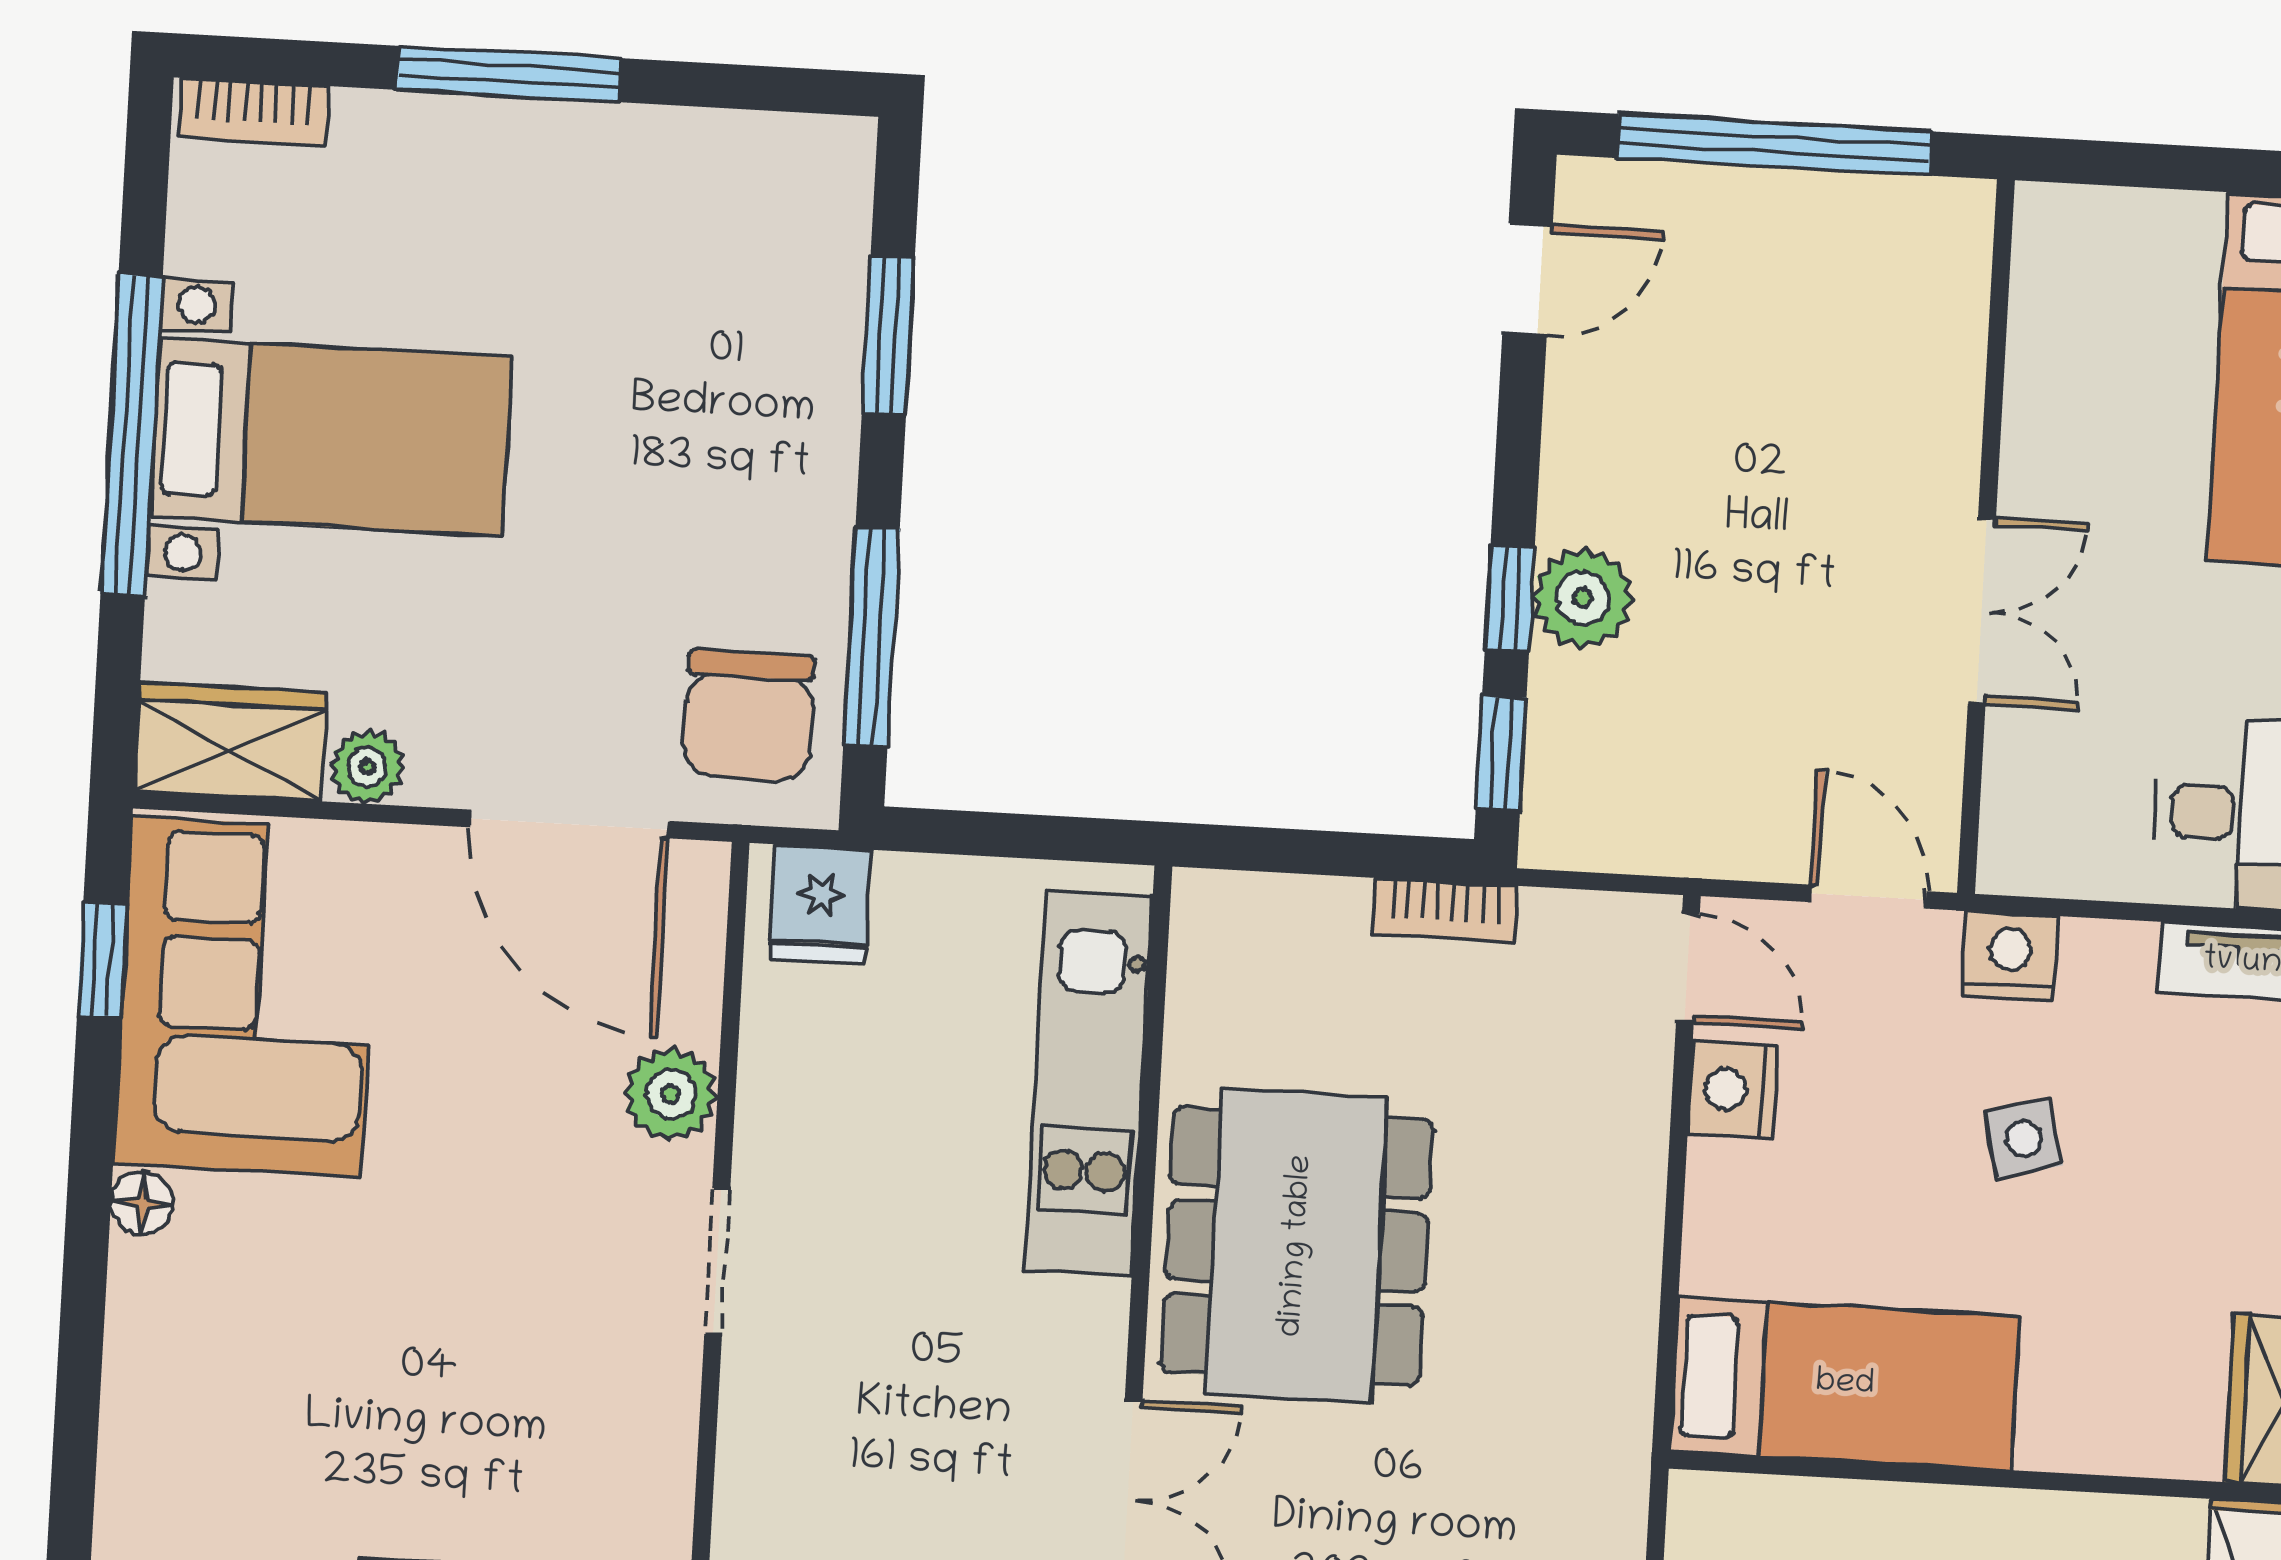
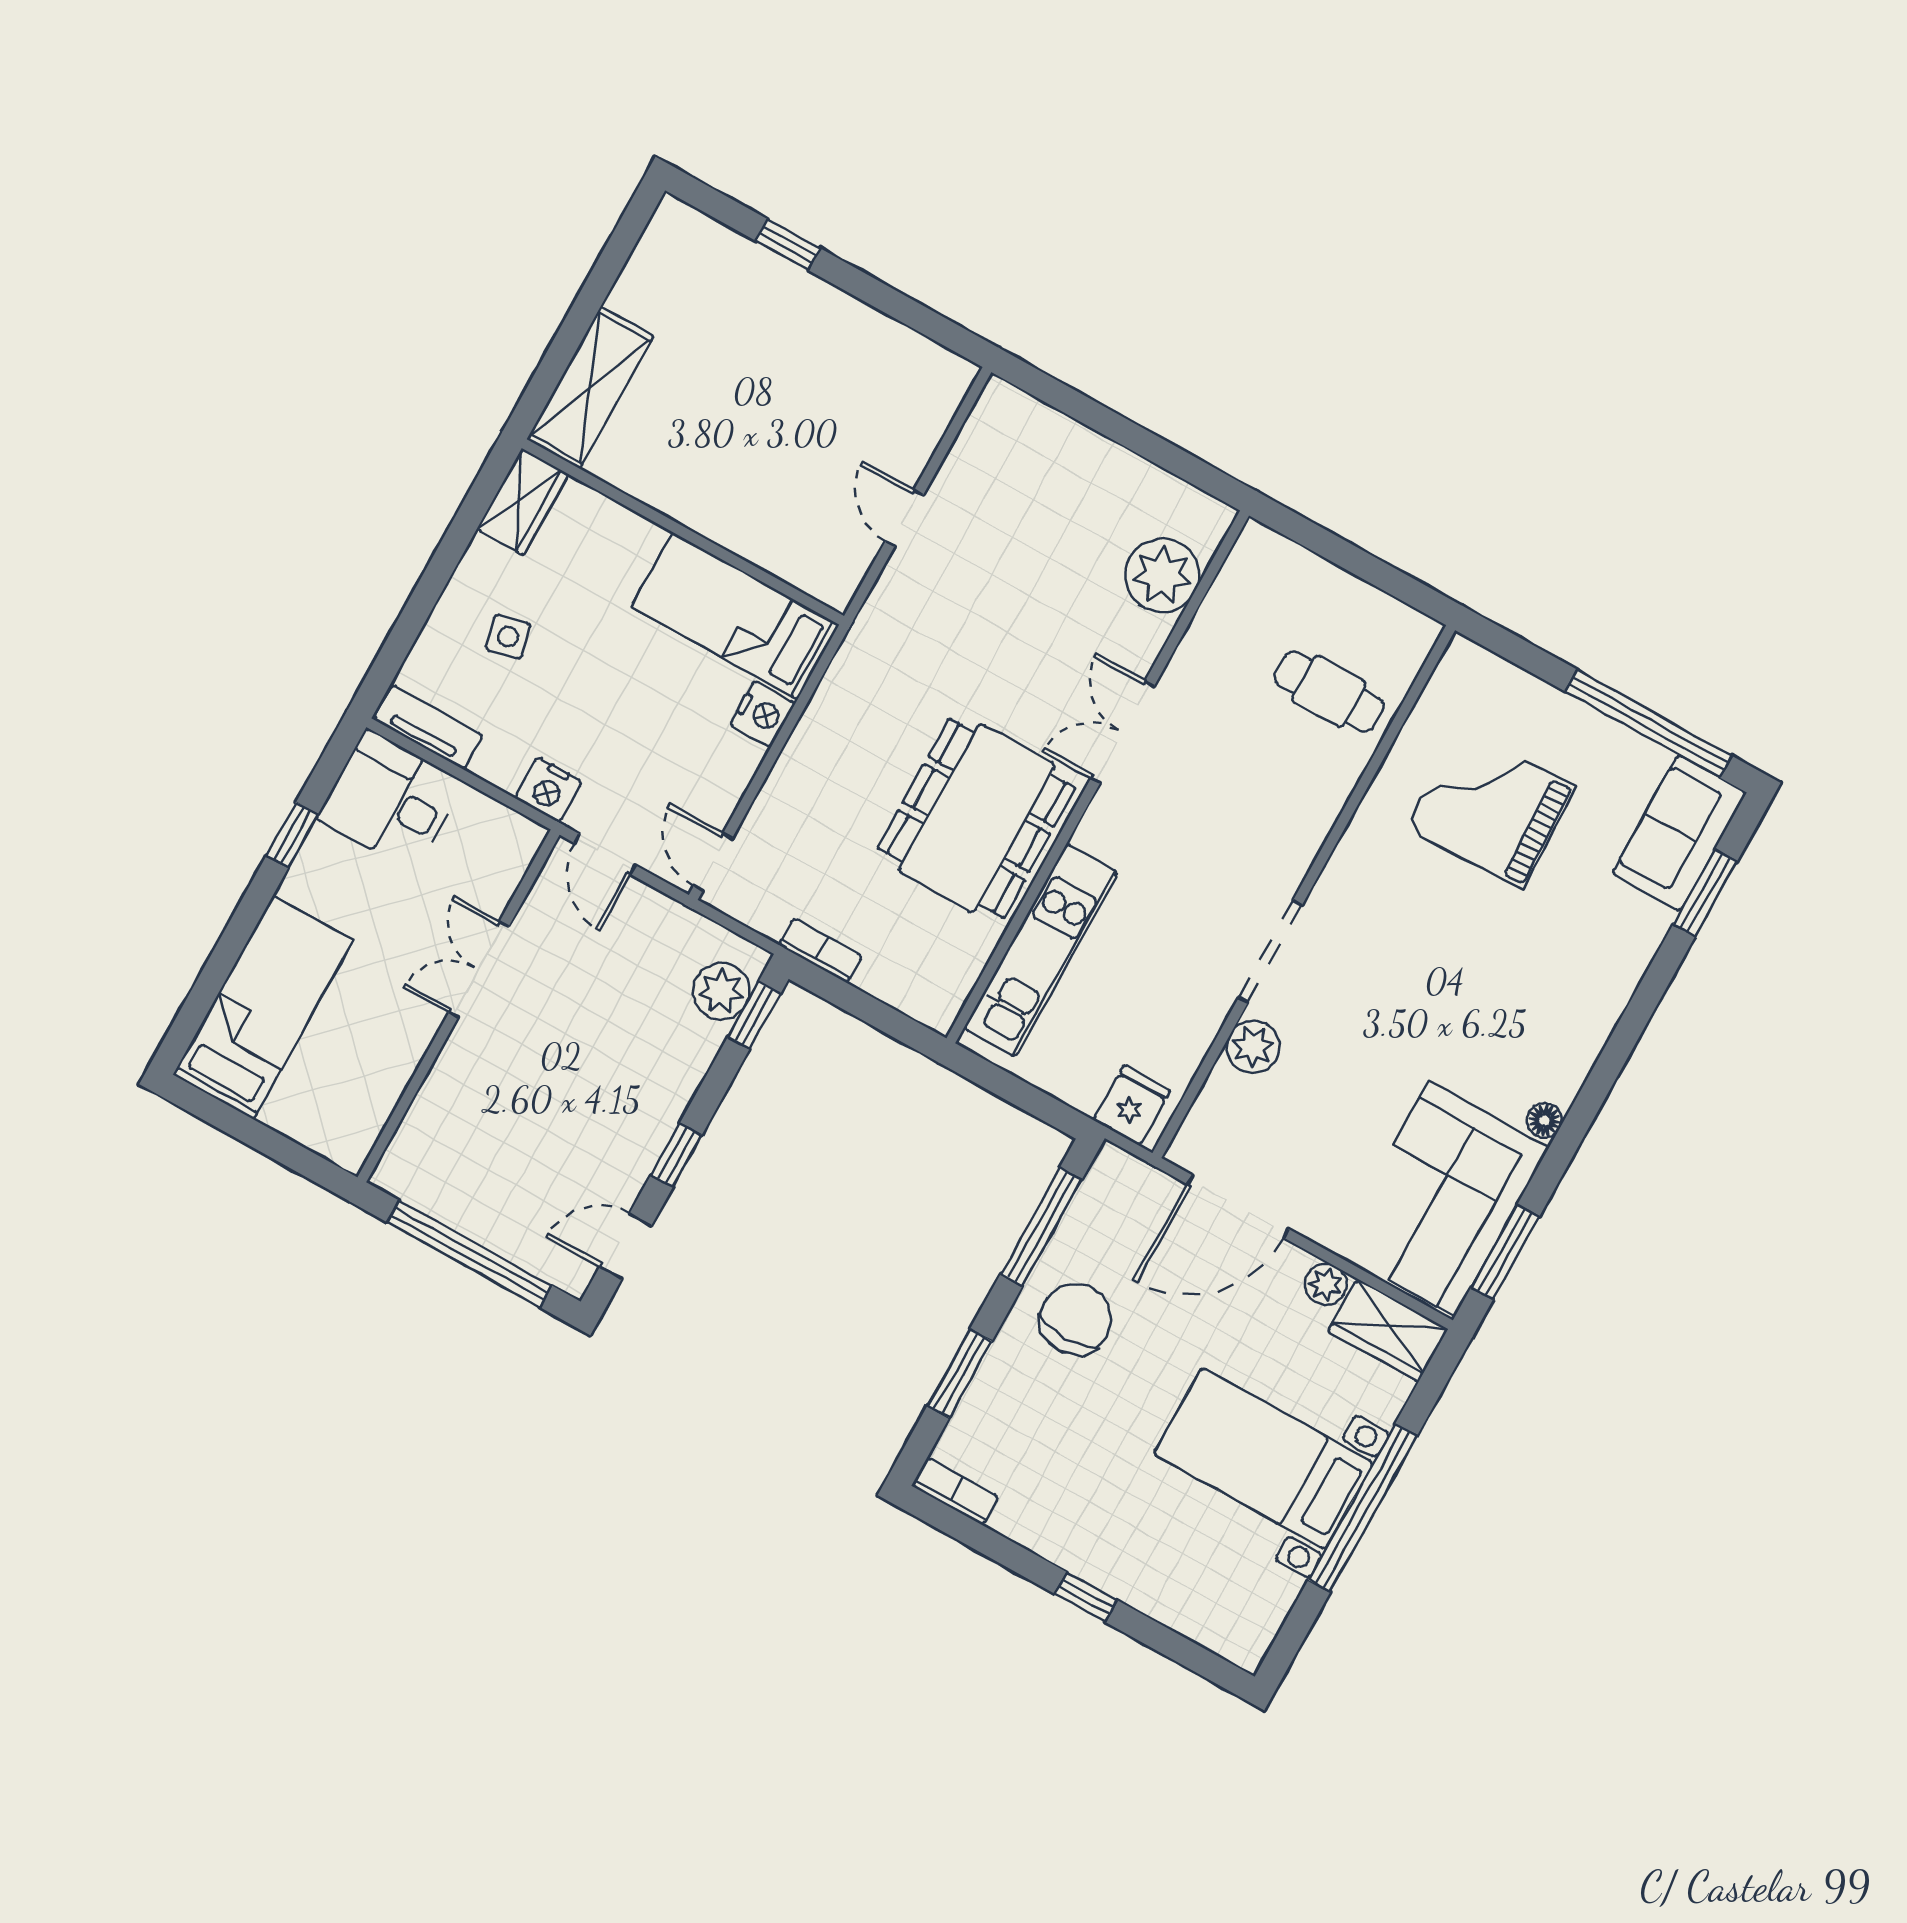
window: (509, 74) -> (1086, 1597), width x0.46
bookcase: (253, 111) -> (955, 1491), moved
plant: (1583, 598) -> (721, 991), moved
window: (1510, 599) -> (676, 1155), moved
chair: (749, 715) -> (1076, 1319), moved
door: (570, 824) -> (1238, 1206), swing flipped
window: (102, 960) -> (1505, 1252), width x1.50
nightstand: (1733, 1090) -> (763, 714), moved
side table: (2024, 1139) -> (508, 637), moved
doorway: (717, 1262) -> (1270, 951), width x1.38

